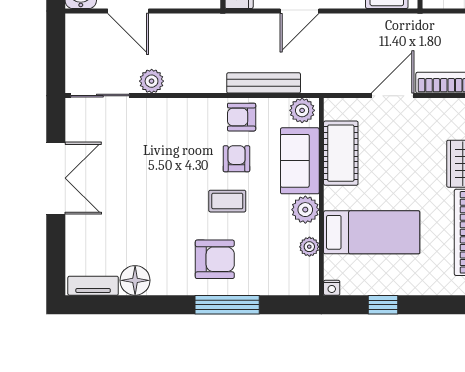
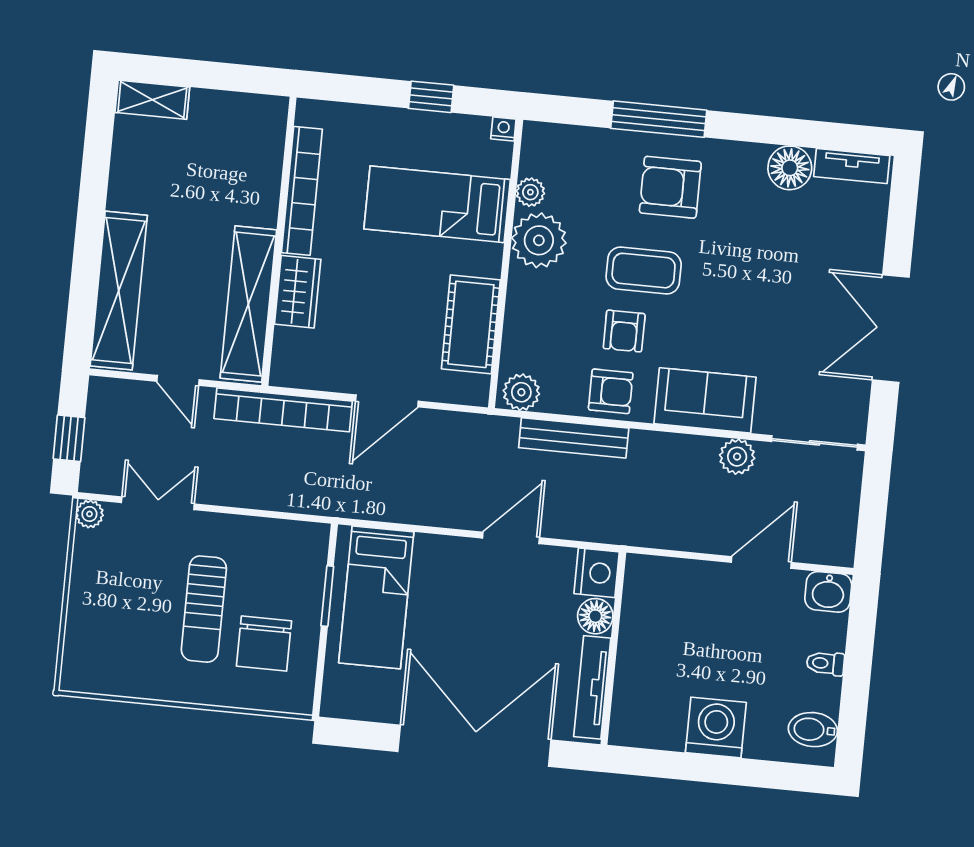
door: (128, 11) -> (761, 562), hinge flipped
sofa: (300, 161) -> (705, 400), moved, turned -90
coffee table: (227, 201) -> (644, 271), width x1.36, depth x1.30
plant: (305, 210) -> (539, 240), width x1.36, depth x1.36

